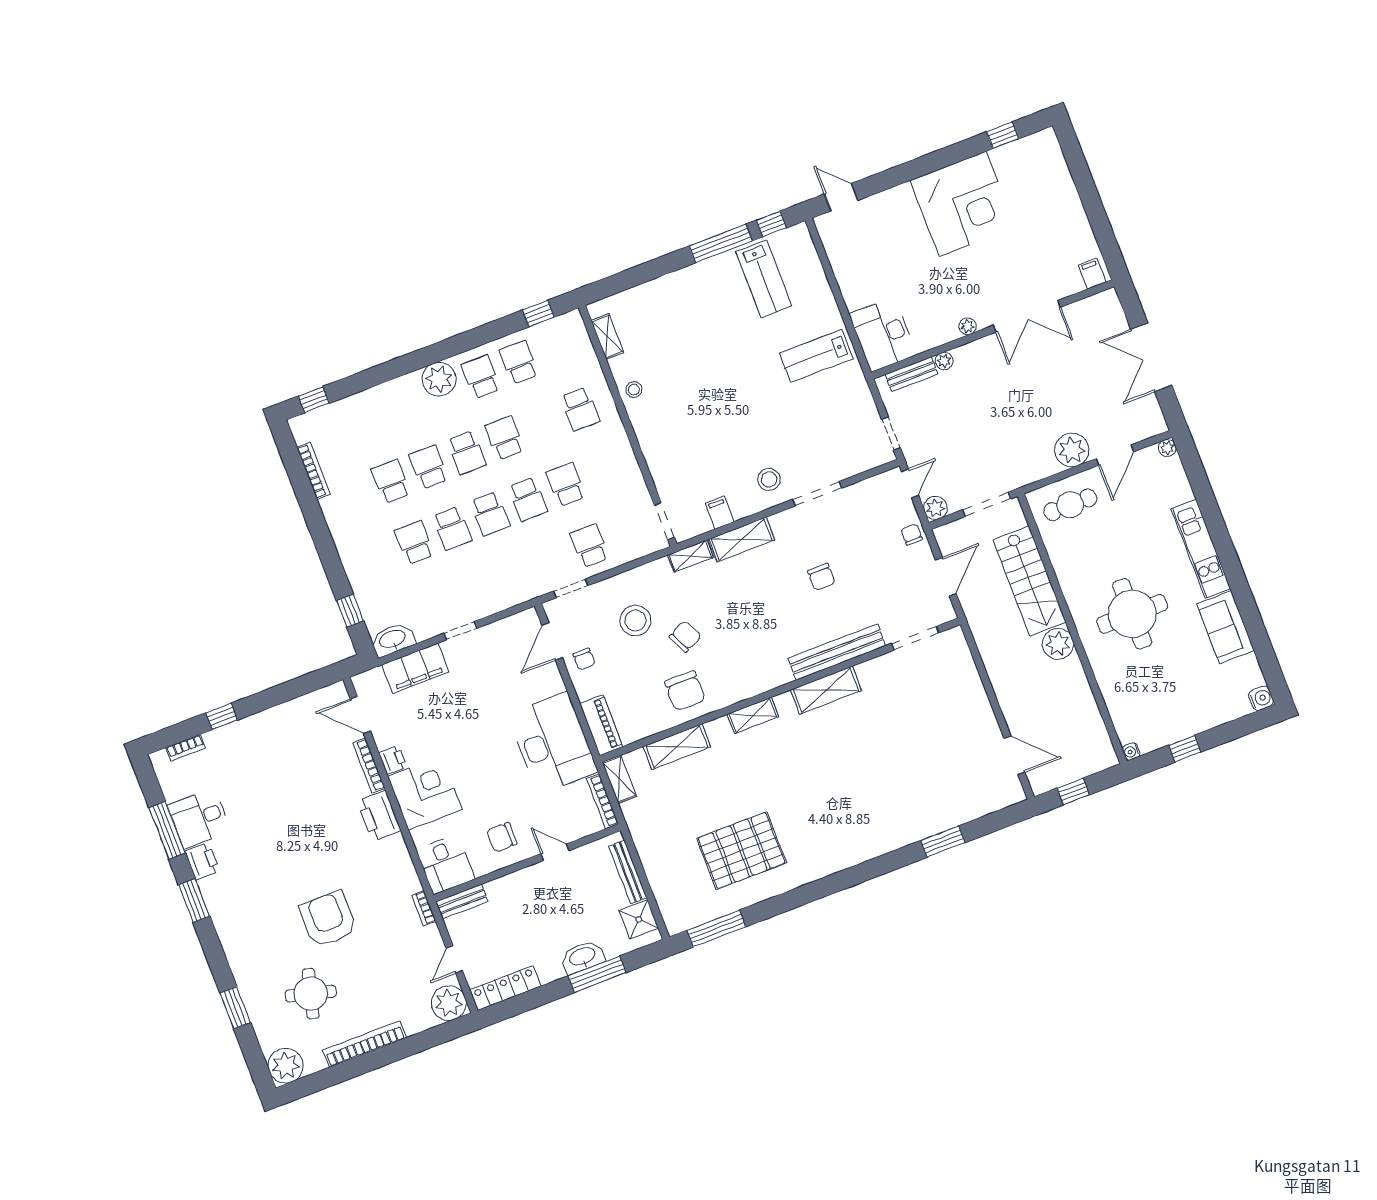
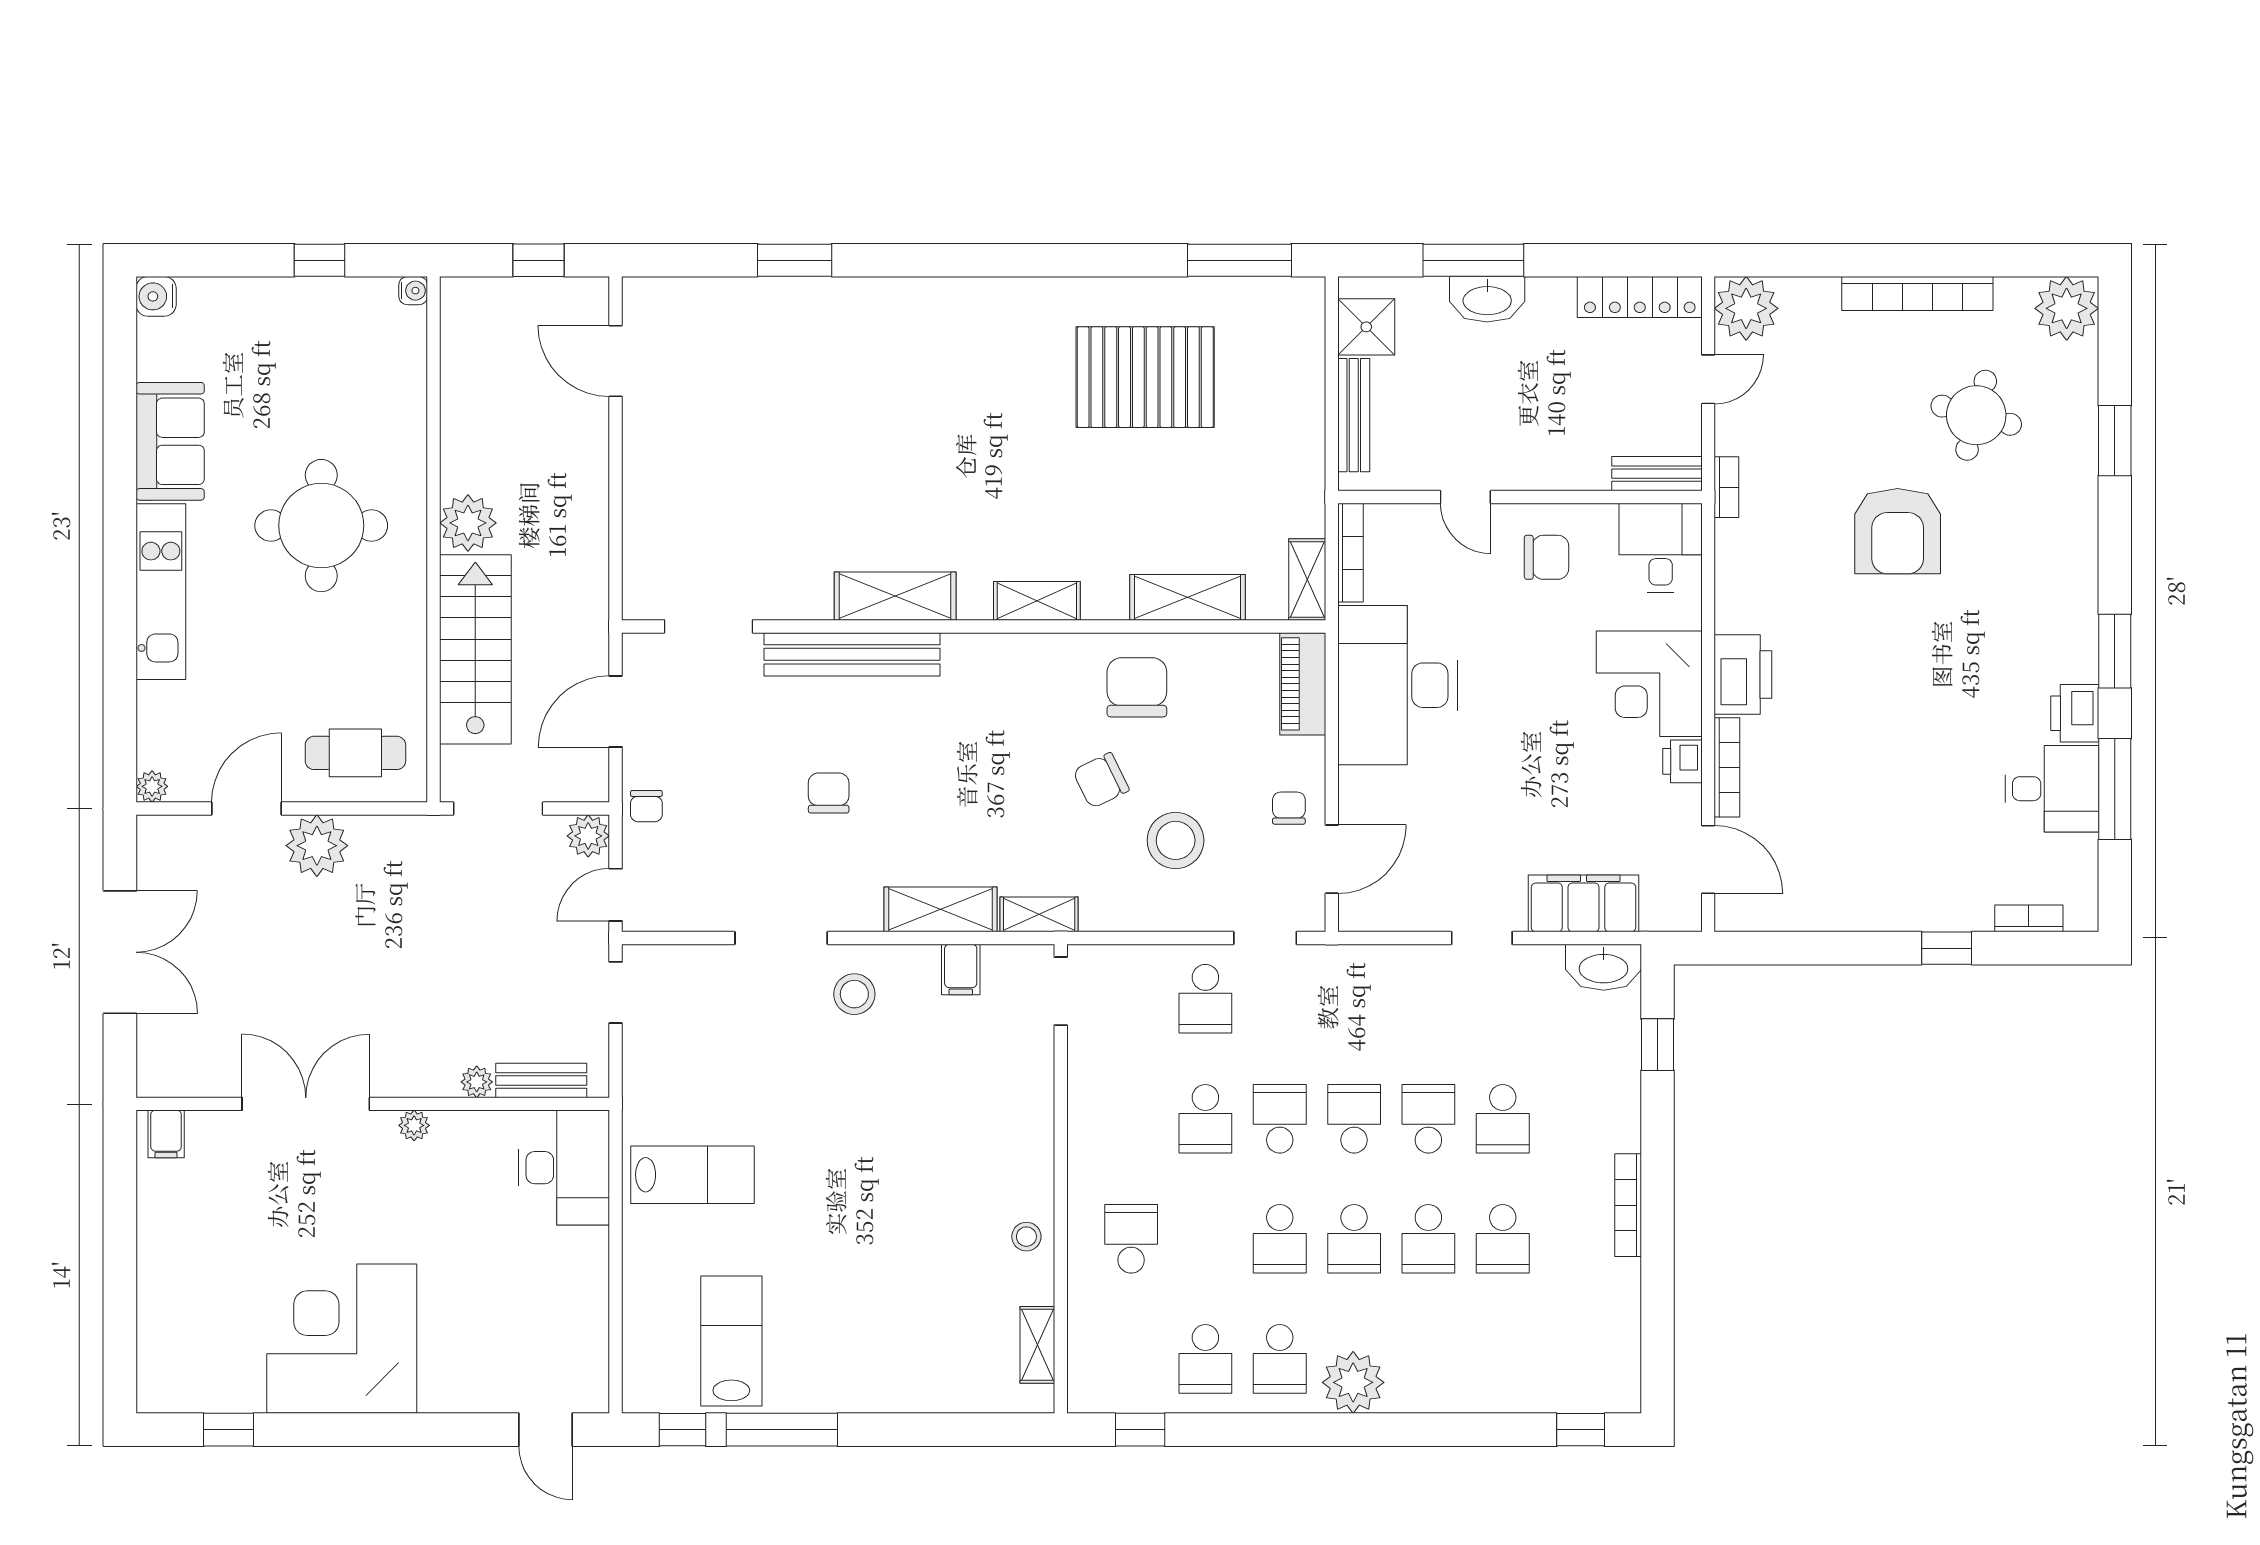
school desk: (467, 453) -> (1354, 1239), turned 180
bookcase: (313, 471) -> (1628, 1205), moved

